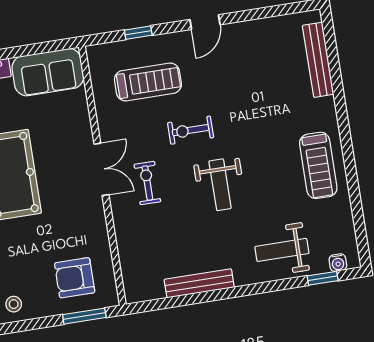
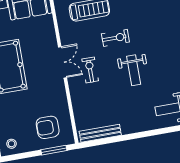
exercise bike: (191, 130) -> (115, 38), turned 180
bench: (199, 283) -> (100, 133), moved

